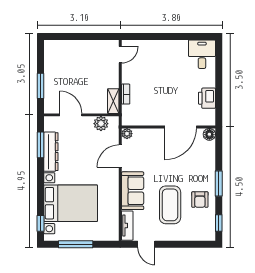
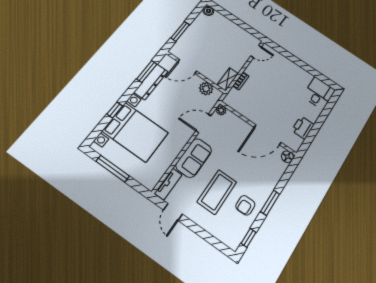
boiler: (50, 46) -> (208, 11), added
door: (71, 115) -> (187, 66), swing flipped
window: (41, 223) -> (115, 110), moved

